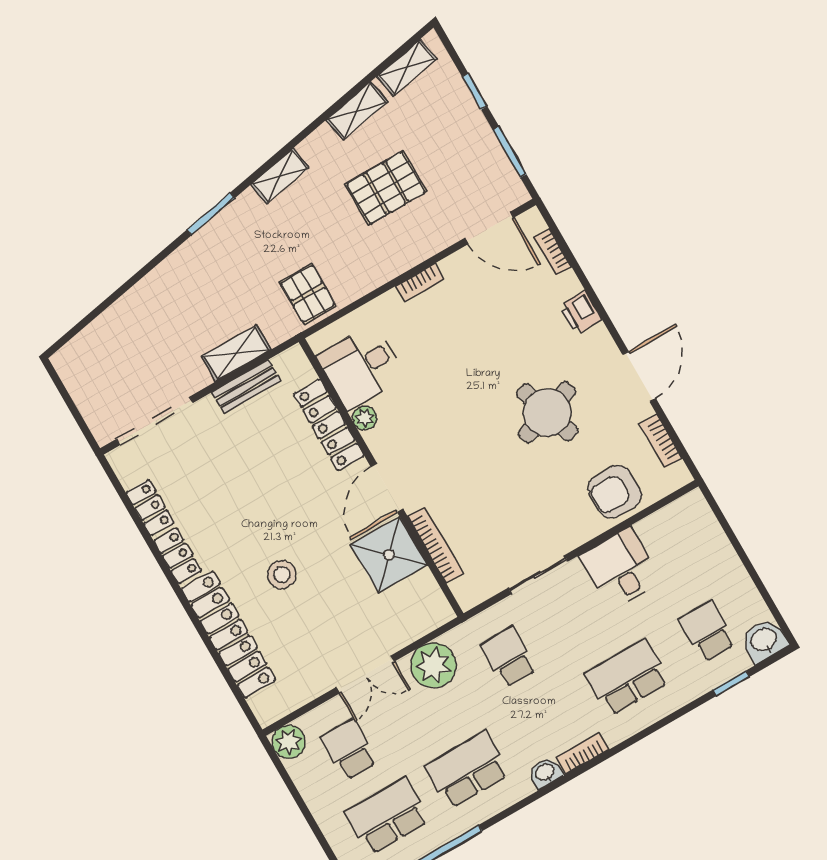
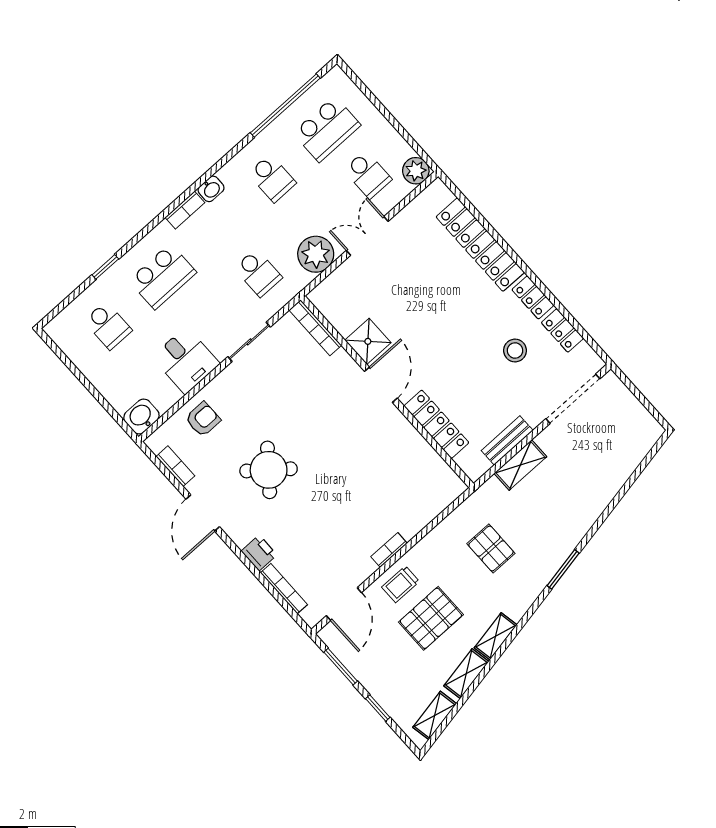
shelving: (280, 176) -> (496, 636), moved
door: (489, 228) -> (344, 604), swing flipped
trolley: (415, 238) -> (401, 584), added
bookcase: (553, 252) -> (284, 589), width x1.56
pallet: (308, 294) -> (491, 548), moved
desk: (361, 367) -> (421, 475), removed
round table: (547, 412) -> (269, 470), turned -33
plant: (365, 418) -> (410, 436), removed
armchair: (615, 492) -> (203, 419), width x0.72, depth x0.72
bookcase: (436, 545) -> (315, 328), moved
shower: (389, 555) -> (368, 341), width x0.73, depth x0.73
stool: (282, 575) -> (515, 350), moved
washbasin: (764, 640) -> (141, 416), moved, turned 180
window: (731, 683) -> (105, 267), moved
school desk: (467, 770) -> (272, 178), width x0.54

